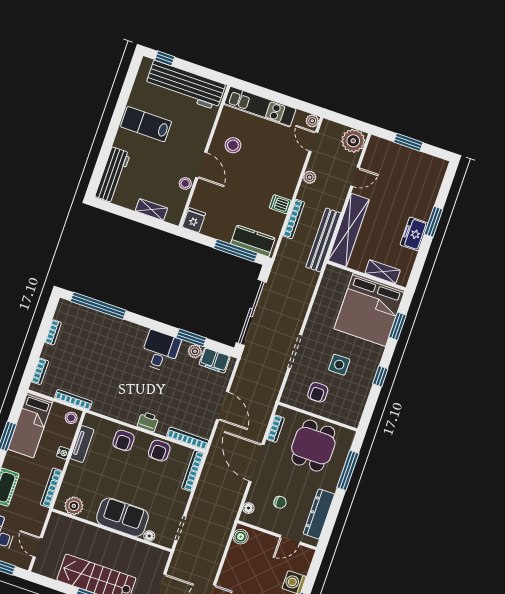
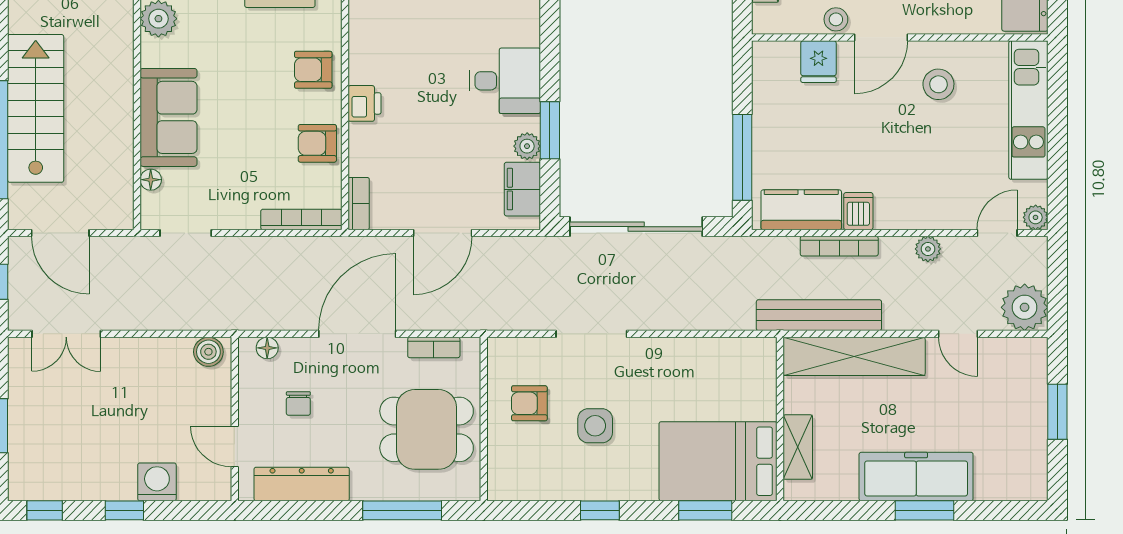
fridge: (194, 220) -> (818, 62), moved, turned 90
freezer: (414, 234) -> (916, 477), width x1.91, depth x1.26
kitchen counter: (253, 241) -> (801, 210), moved, turned -90
bed: (369, 310) -> (718, 461), width x0.73
bookcase: (188, 438) -> (359, 204), width x0.64

